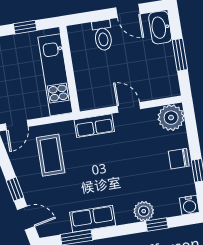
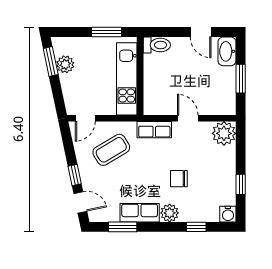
window: (25, 27) -> (107, 32), width x1.50
toilet: (103, 35) -> (157, 45), moved, turned -90
coffee table: (51, 155) -> (111, 150), turned 59
chair: (179, 159) -> (179, 179), moved
plant: (144, 211) -> (170, 213), moved

